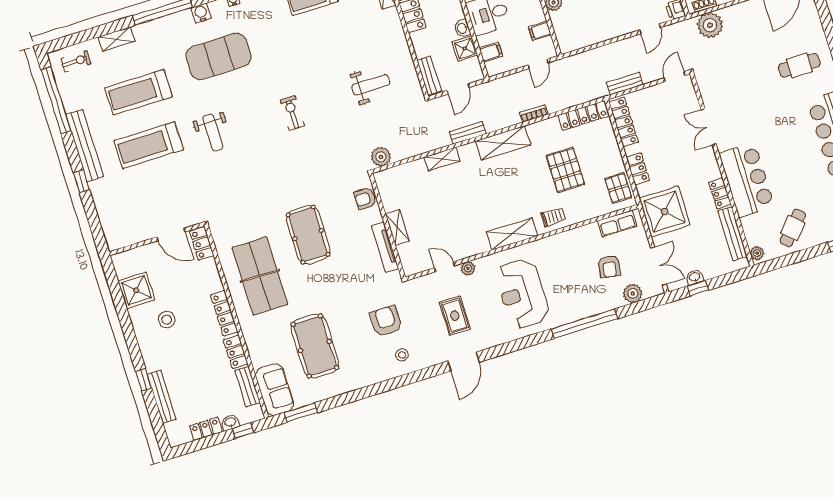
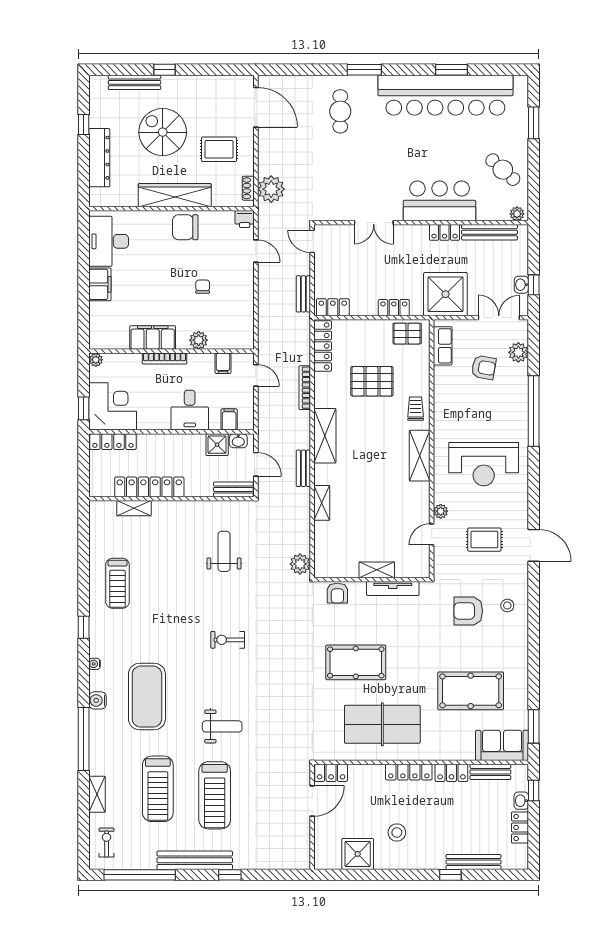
washbasin: (462, 28) -> (238, 441), moved
bookcase: (534, 113) -> (305, 388), width x1.56
locker: (624, 122) -> (333, 307), width x0.66

